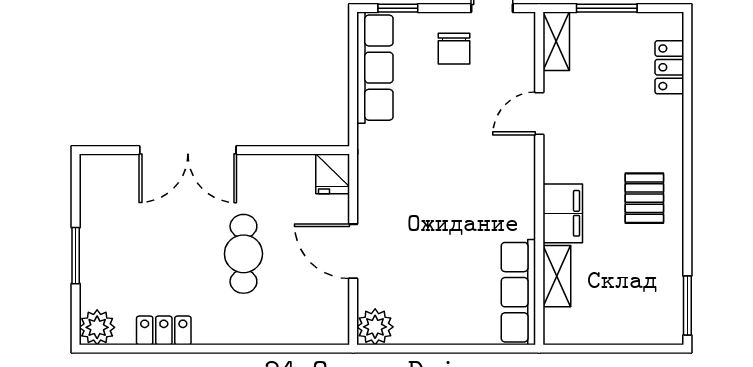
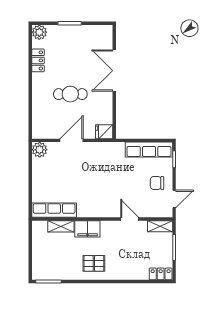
locker: (669, 67) -> (161, 274), moved

